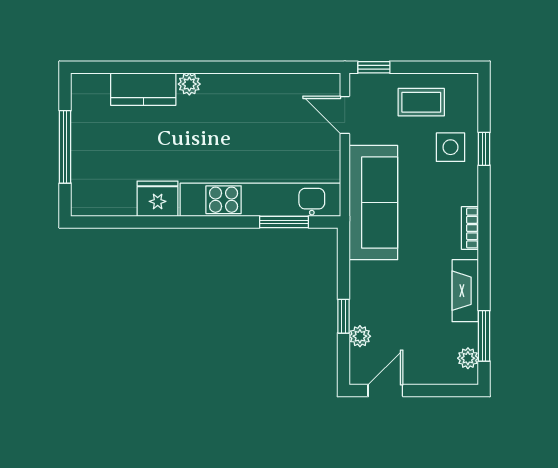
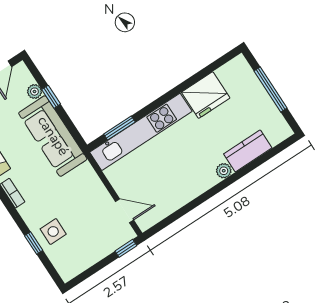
coffee table: (421, 102) -> (86, 246), removed
fridge: (158, 199) -> (206, 95), width x1.36, depth x1.34
sofa: (373, 203) -> (53, 136), moved

